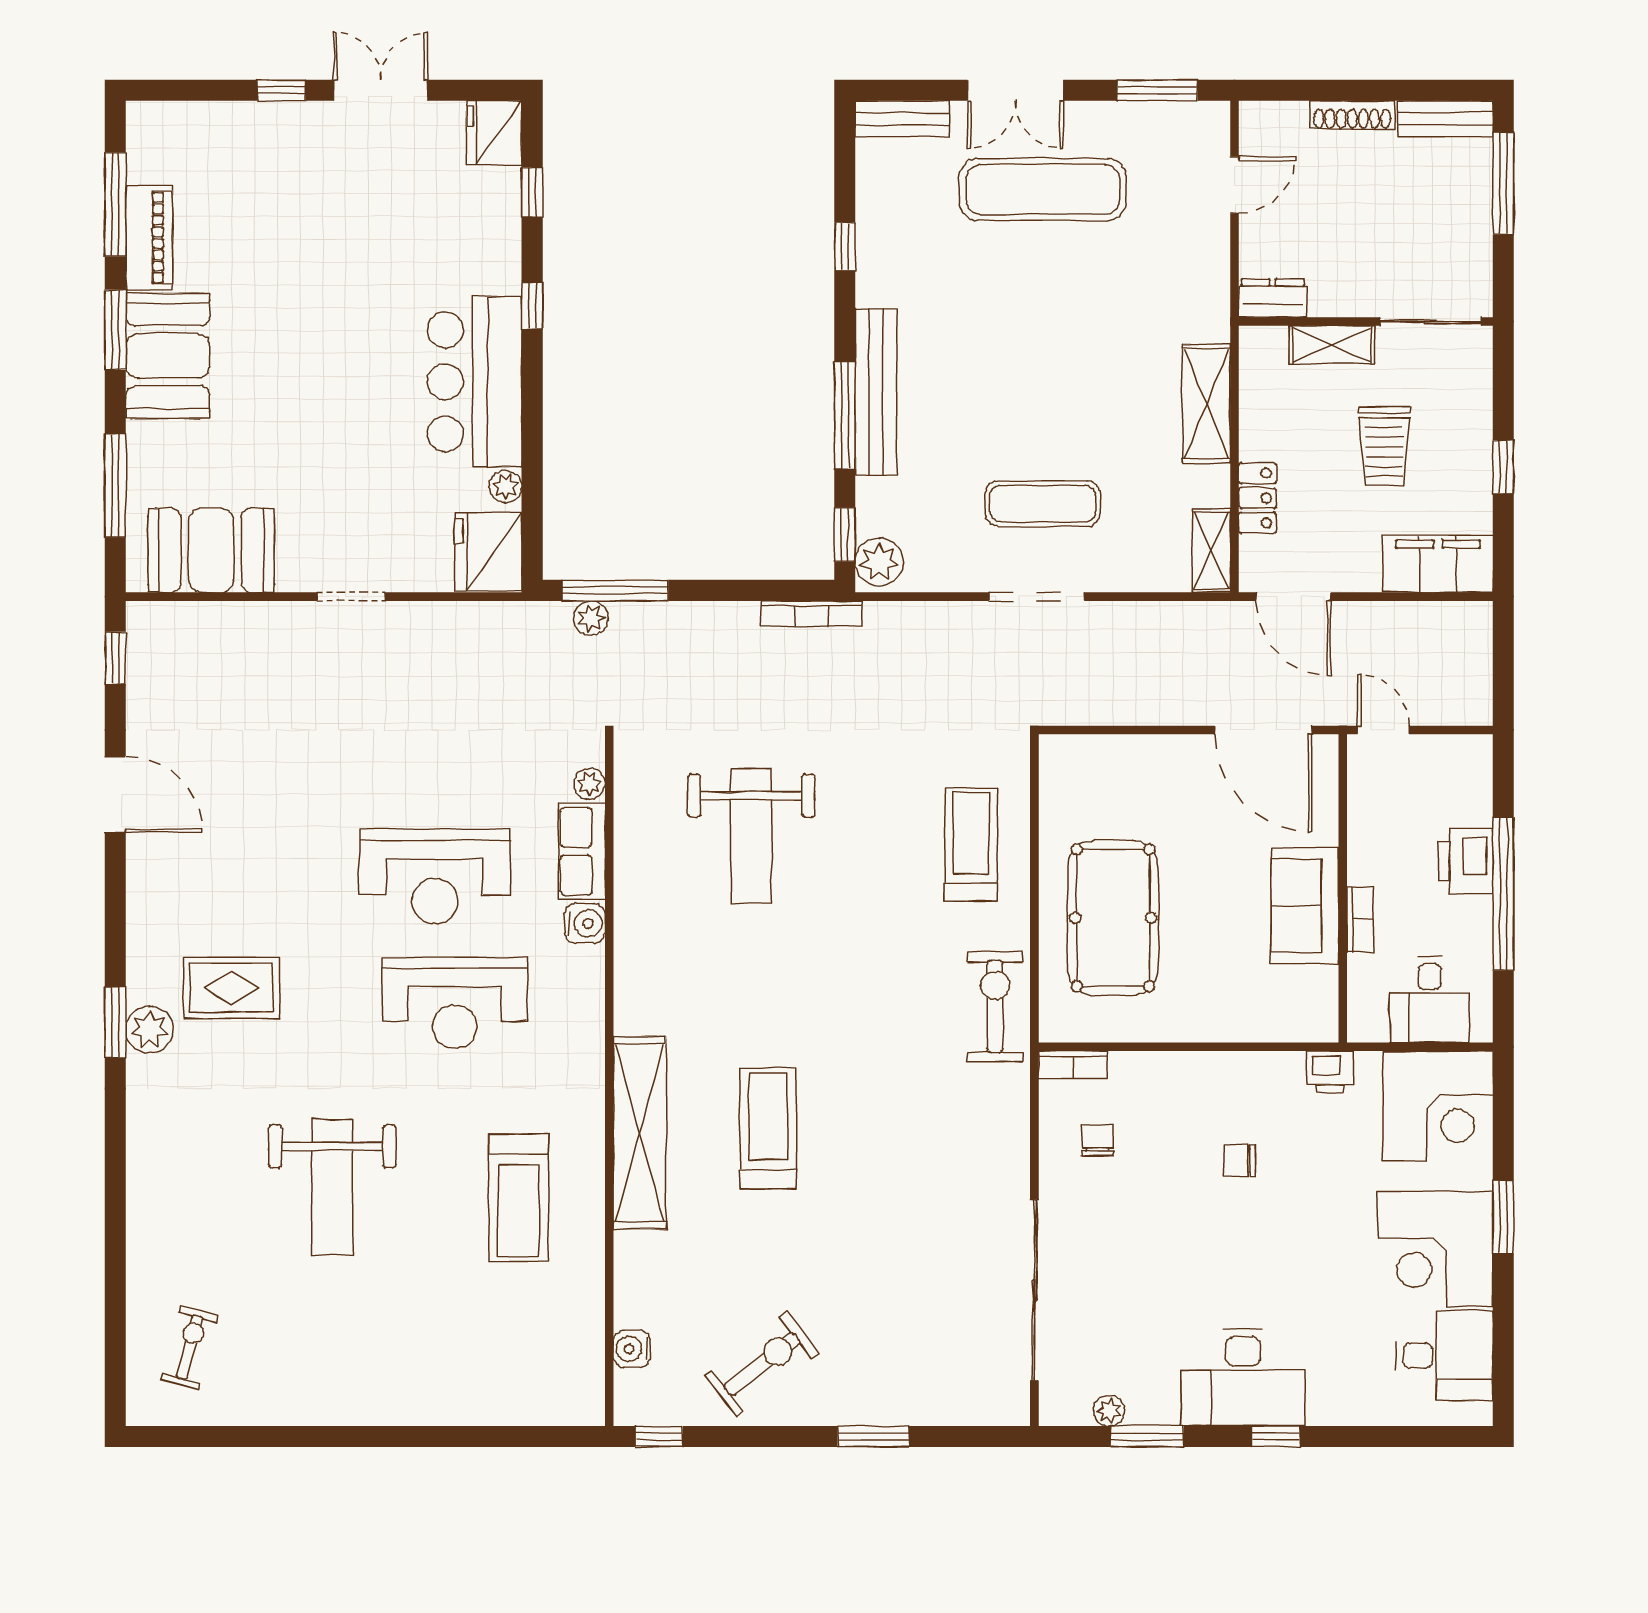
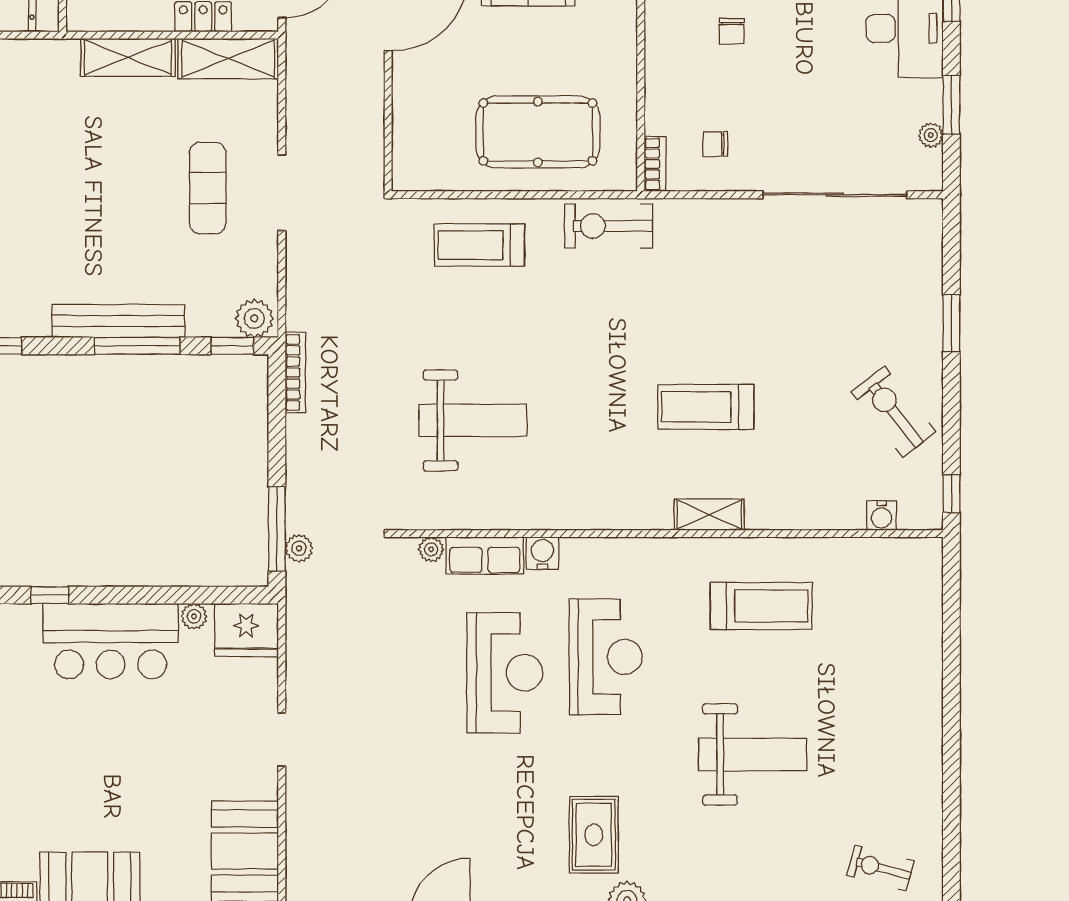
shelving: (1211, 550) -> (228, 59), width x1.50, depth x1.33
shelving: (640, 1133) -> (709, 515), width x0.45, depth x0.75

